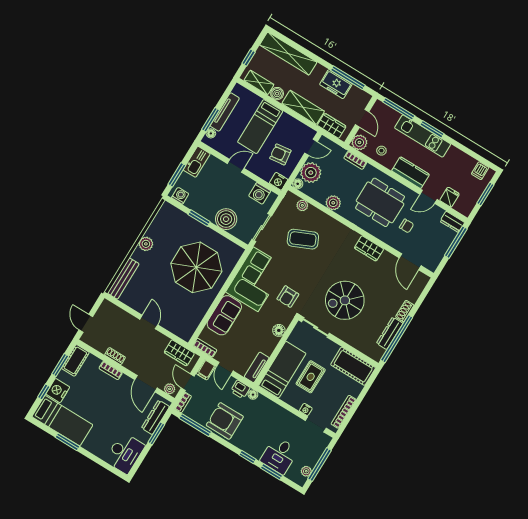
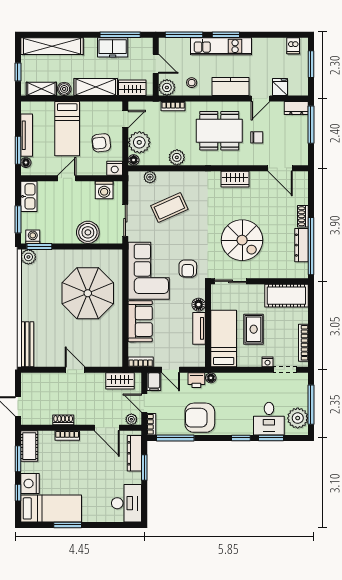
window: (199, 218) -> (39, 247), moved
plant: (146, 244) -> (28, 257), moved
spiral stairs: (345, 300) -> (242, 240), turned -90
tv unit: (257, 367) -> (199, 328), moved
plant: (306, 471) -> (298, 418), width x1.87, depth x1.87

